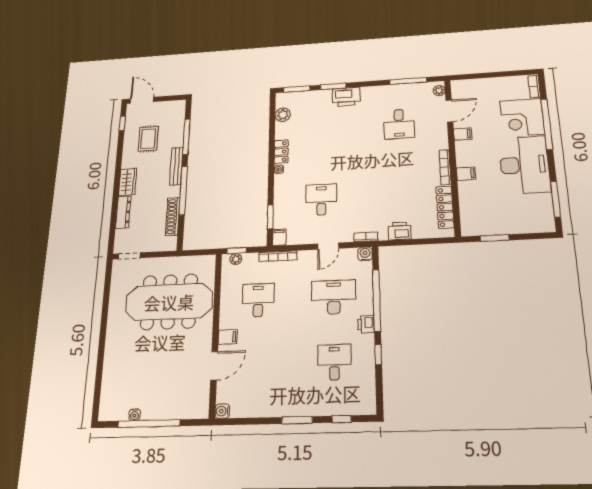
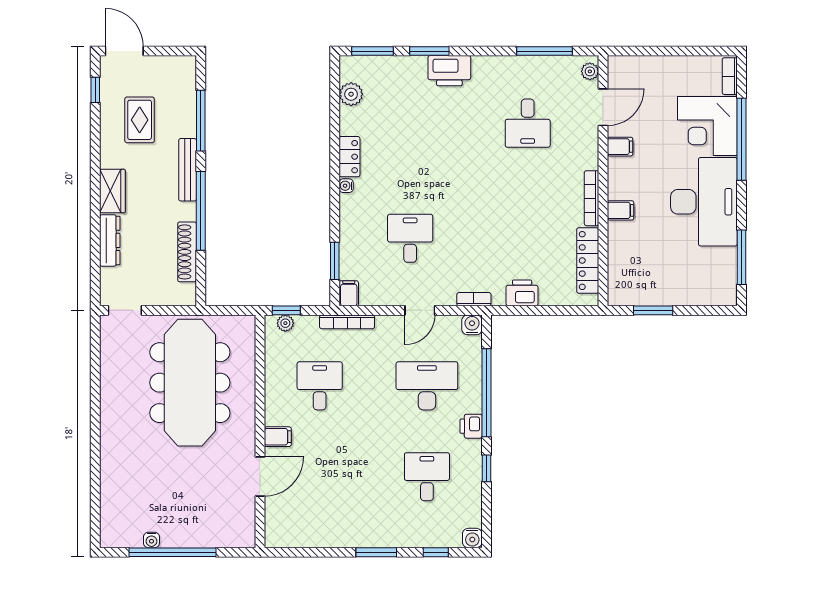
meeting table: (169, 302) -> (190, 383), turned 90
water cooler: (222, 411) -> (472, 538), moved, turned -90

